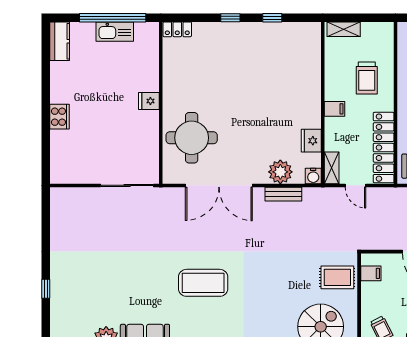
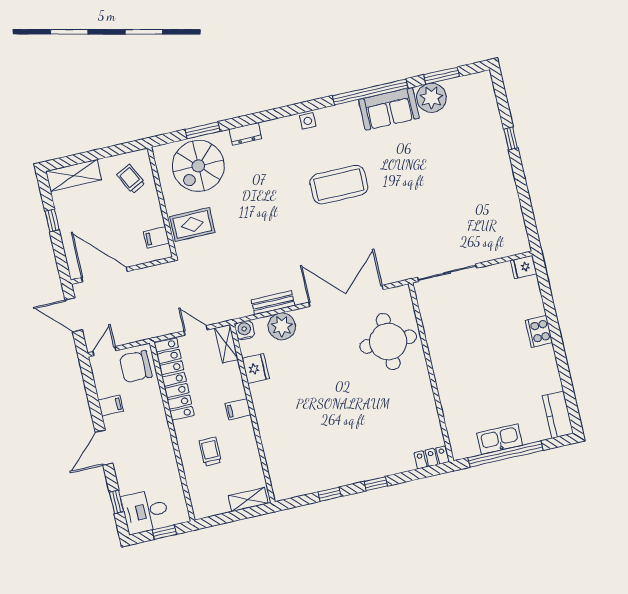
trolley: (367, 78) -> (210, 452), width x0.73, depth x0.72
fridge: (149, 101) -> (524, 267), moved, turned 180

